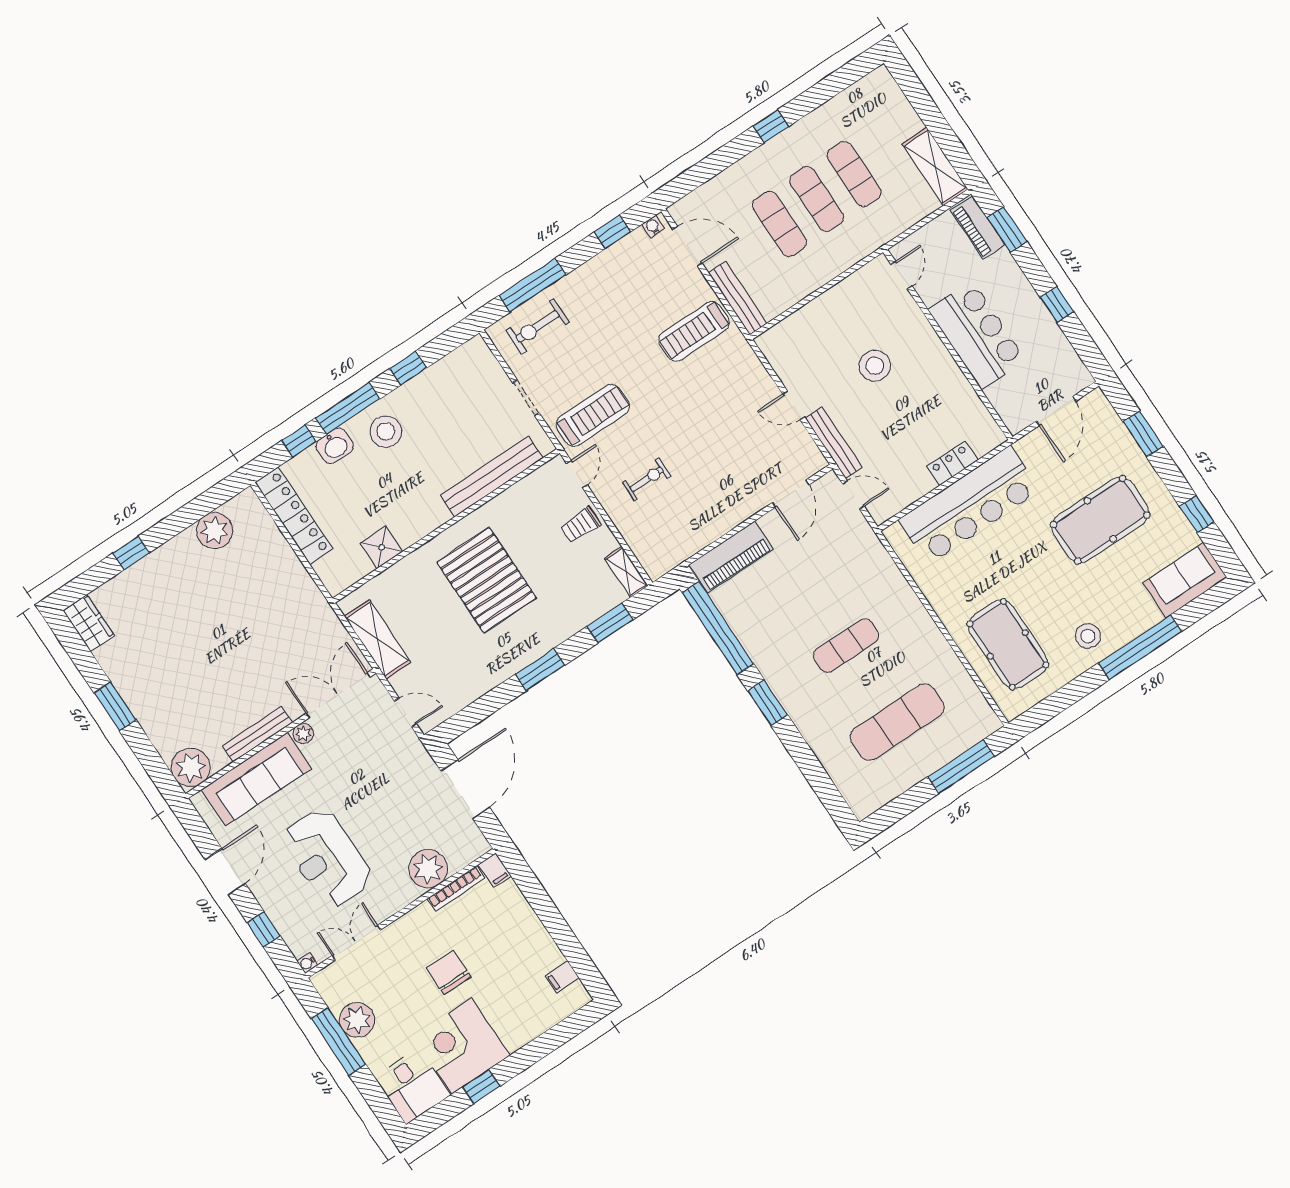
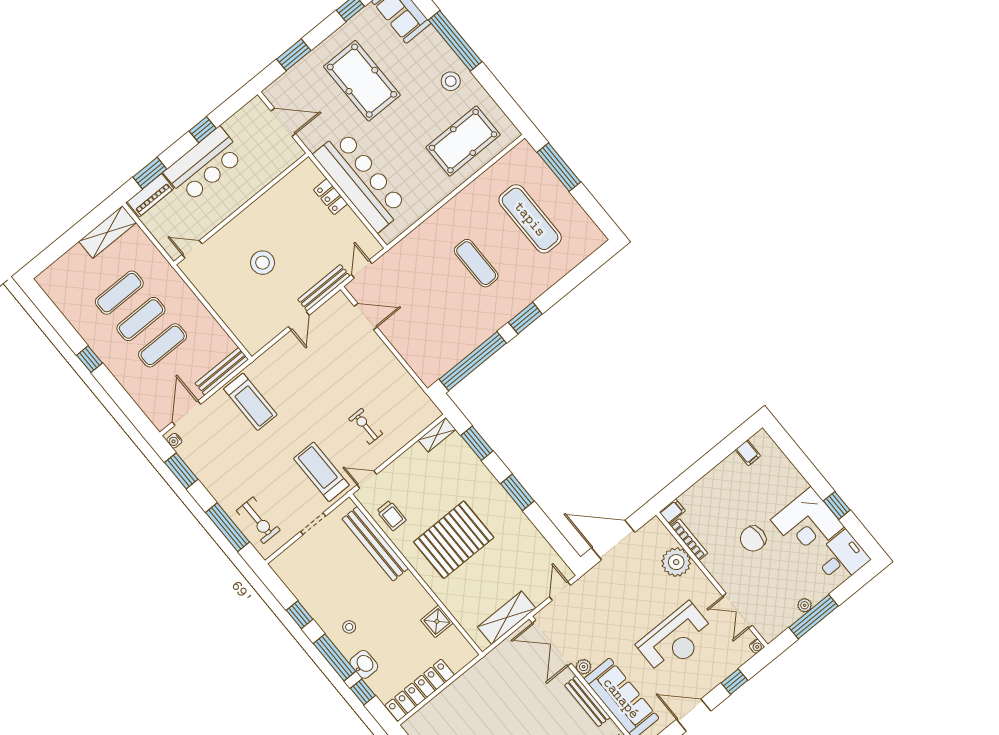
window: (612, 232) -> (181, 471), width x1.50
bar counter: (977, 335) -> (204, 165), moved, turned 180
stool: (386, 432) -> (349, 627), width x0.53, depth x0.53
trolley: (581, 525) -> (391, 516), moved
piano: (731, 557) -> (418, 357), removed
plant: (357, 1020) -> (805, 605), width x0.53, depth x0.53

